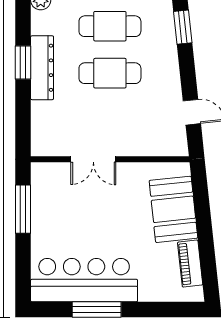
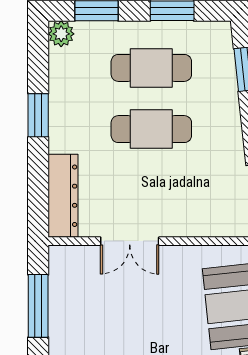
dresser: (42, 68) -> (63, 196), moved

